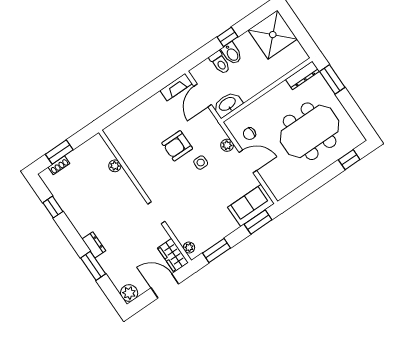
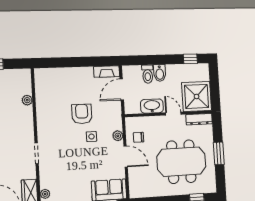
shower: (273, 35) -> (197, 96), moved
window: (227, 37) -> (190, 59), moved
window: (332, 79) -> (219, 153), moved
door: (271, 87) -> (173, 114), added
washbasin: (228, 104) -> (152, 106), moved
armchair: (177, 146) -> (82, 114), turned 90

